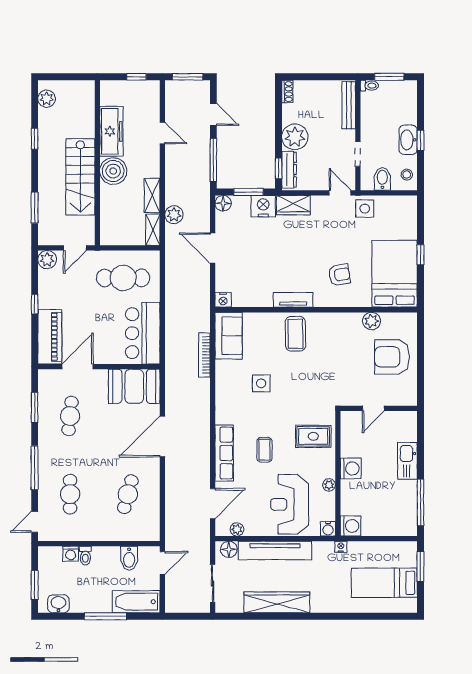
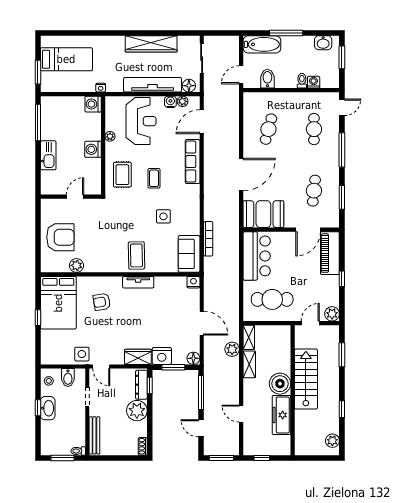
rug: (313, 436) -> (122, 175), turned 90
coffee table: (265, 450) -> (154, 178), moved
water cooler: (328, 529) -> (170, 102), moved

